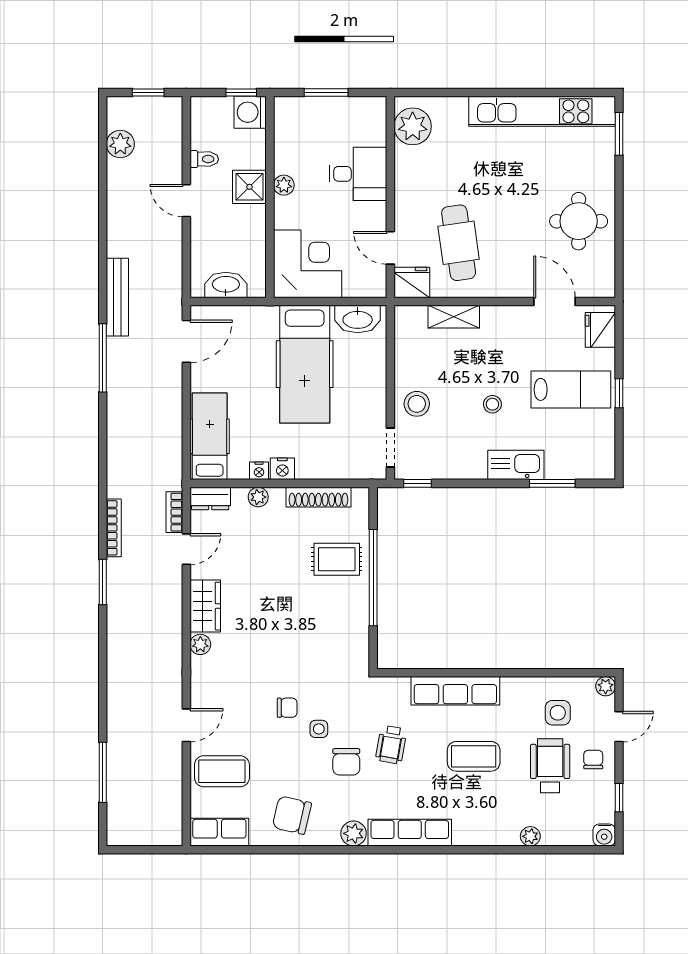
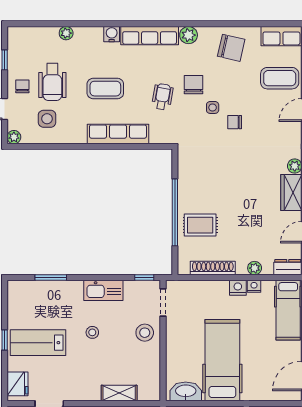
kitchen sink: (516, 465) -> (103, 290), moved
chair: (593, 760) -> (22, 86), turned 180
water cooler: (604, 835) -> (112, 34), moved

